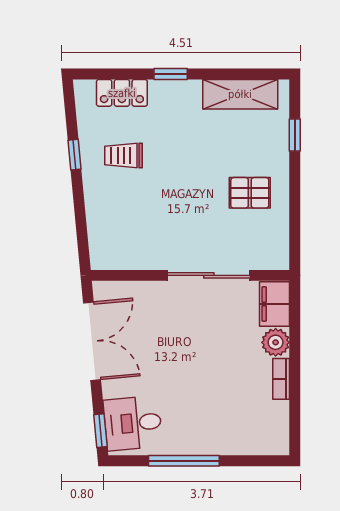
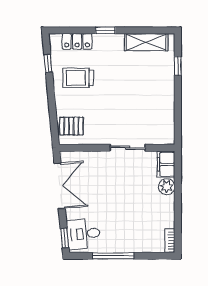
window: (75, 155) -> (48, 63), moved
trolley: (123, 155) -> (78, 78), width x1.36, depth x1.39
pallet: (250, 193) -> (71, 126), moved
sliding door: (209, 275) -> (128, 148), width x0.73
bookcase: (281, 379) -> (170, 241), moved

